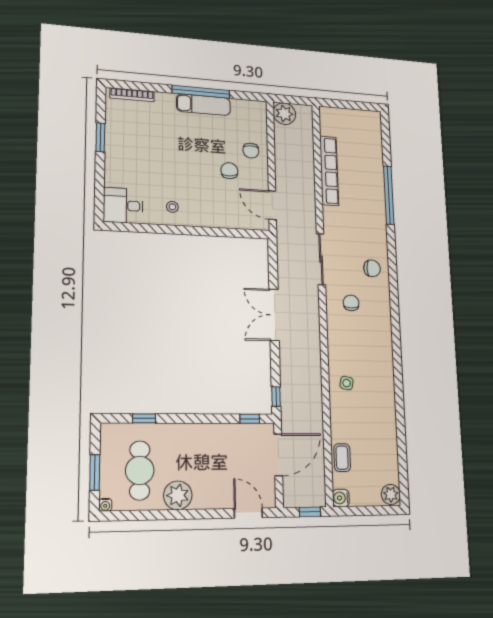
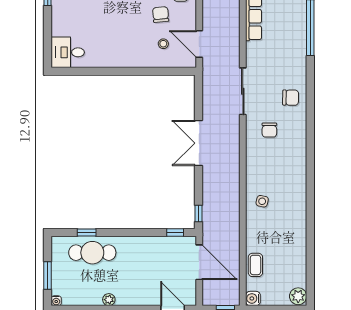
stool: (172, 207) -> (163, 44), moved
chair: (351, 303) -> (269, 130), turned 180
door: (278, 455) -> (199, 262), hinge flipped
cafe table: (140, 470) -> (92, 253), moved, turned 90
plant: (178, 495) -> (109, 300), width x0.53, depth x0.53

